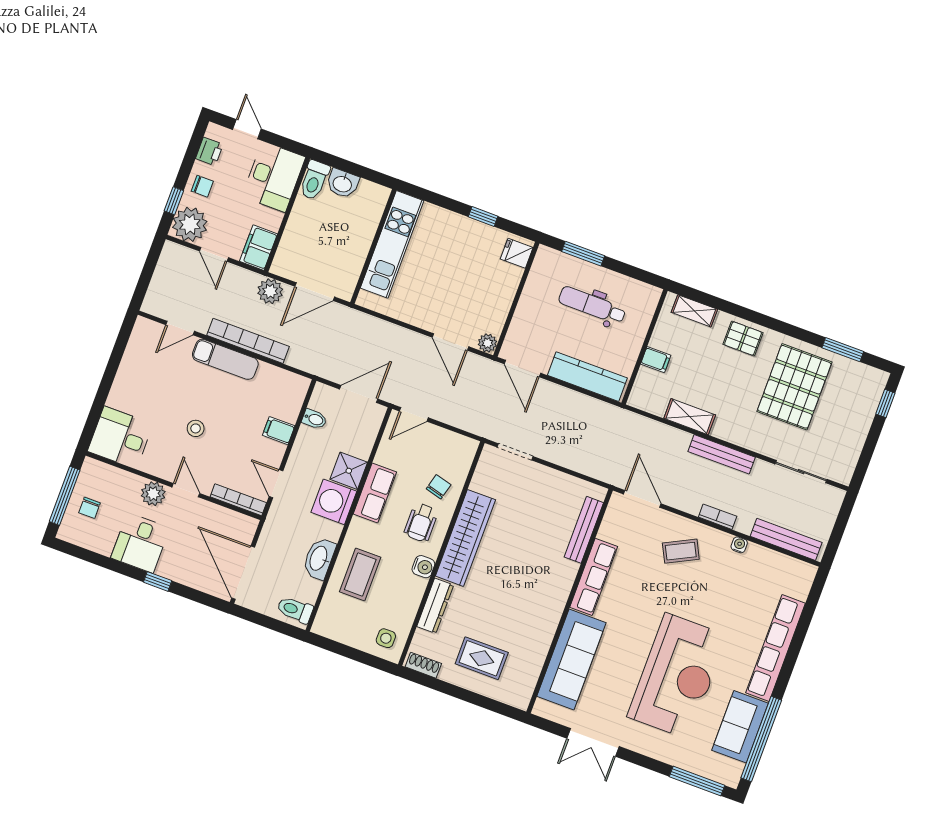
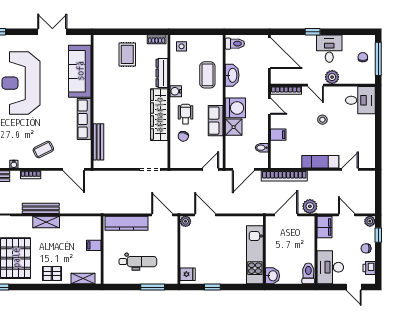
washbasin: (342, 184) -> (273, 276), moved, turned 90
plant: (190, 224) -> (370, 221), width x0.53, depth x0.53
bookcase: (248, 341) -> (284, 176), moved
shelving: (690, 417) -> (46, 222), moved
rug: (482, 658) -> (127, 54), turned 90

